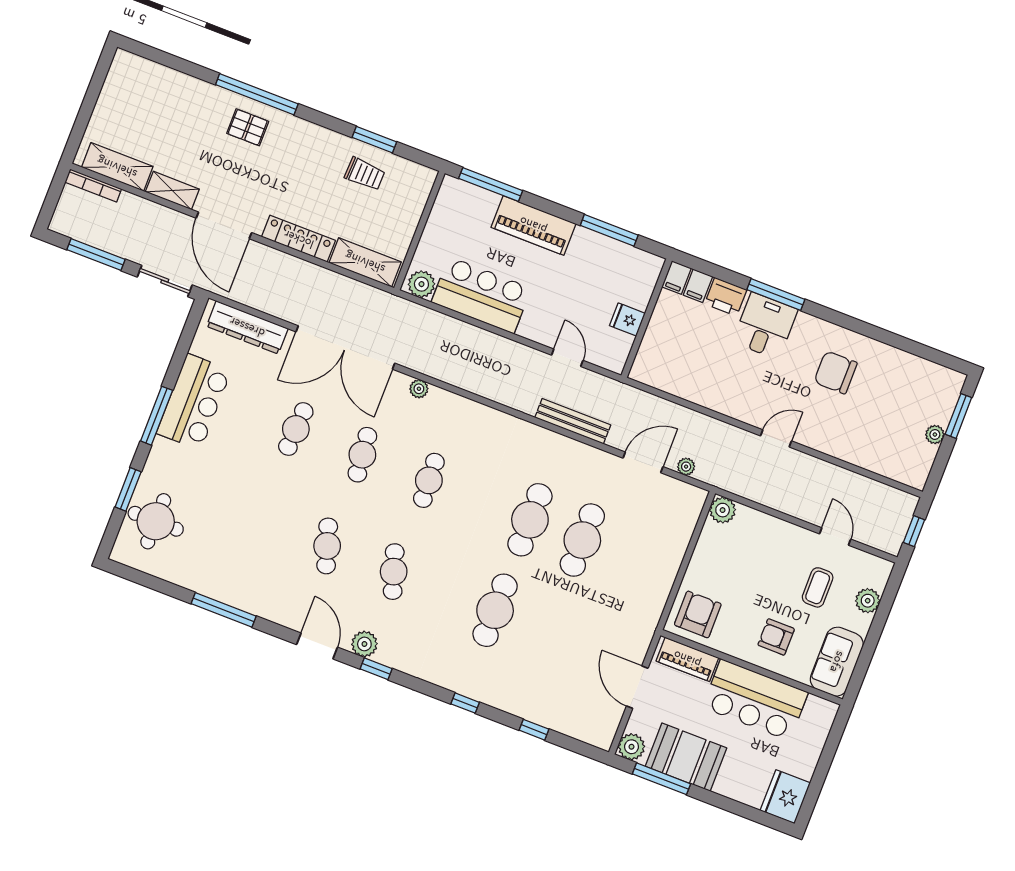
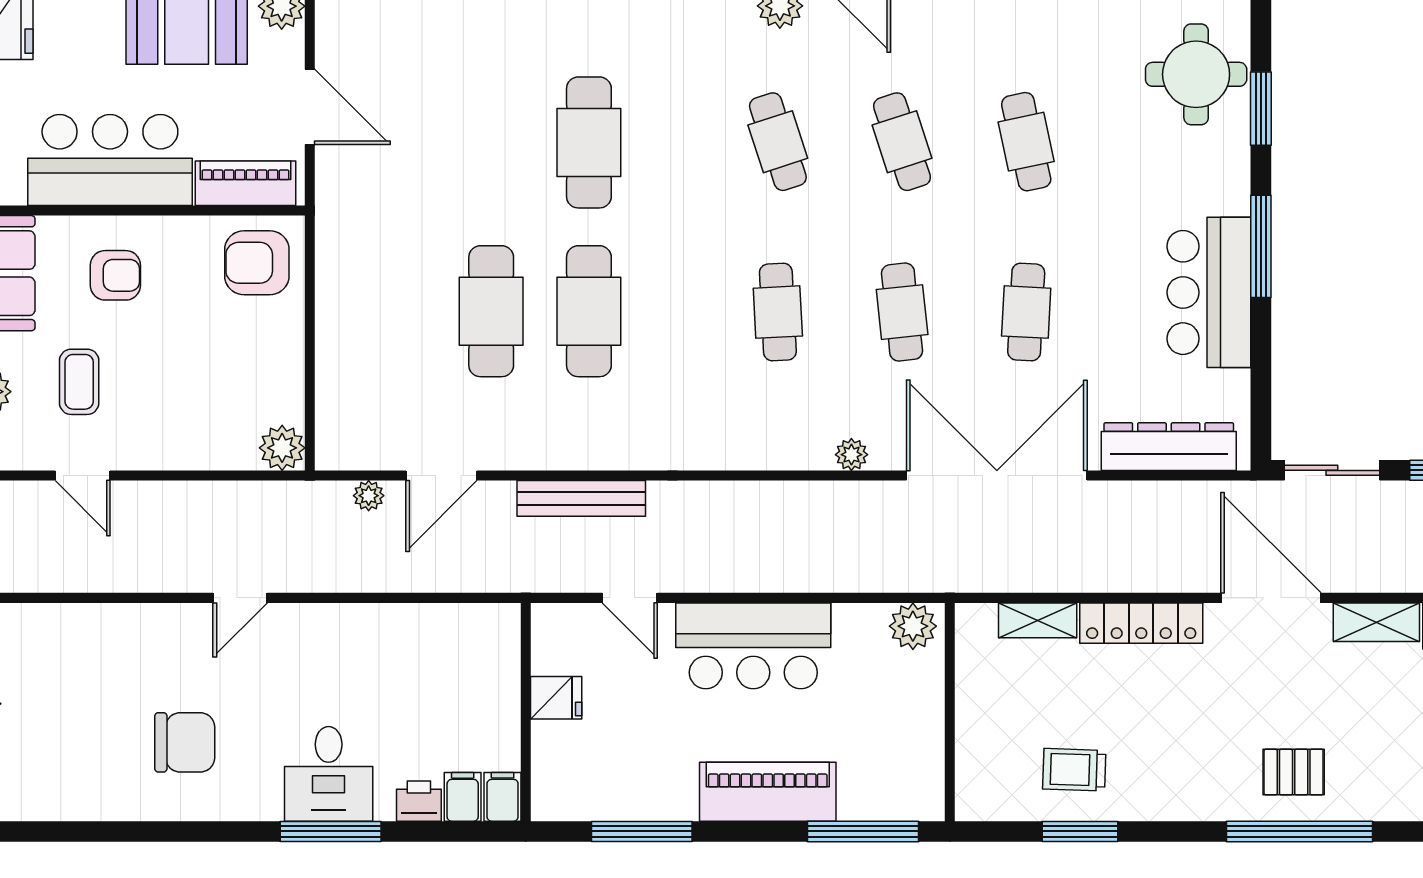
shelving: (365, 262) -> (1038, 620), width x0.67, depth x0.75
bar counter: (481, 295) -> (753, 646), moved
printer: (726, 297) -> (419, 801), width x0.73, depth x0.81
cafe table: (261, 520) -> (1026, 142), added
armchair: (698, 614) -> (257, 263), turned 90

